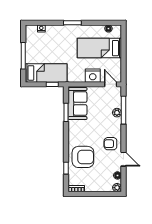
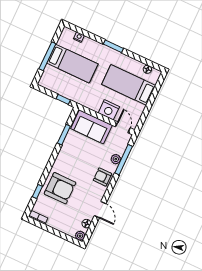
bed: (46, 73) -> (72, 64), moved
sofa: (77, 104) -> (91, 127), moved, turned 90
armchair: (110, 144) -> (102, 177), moved

